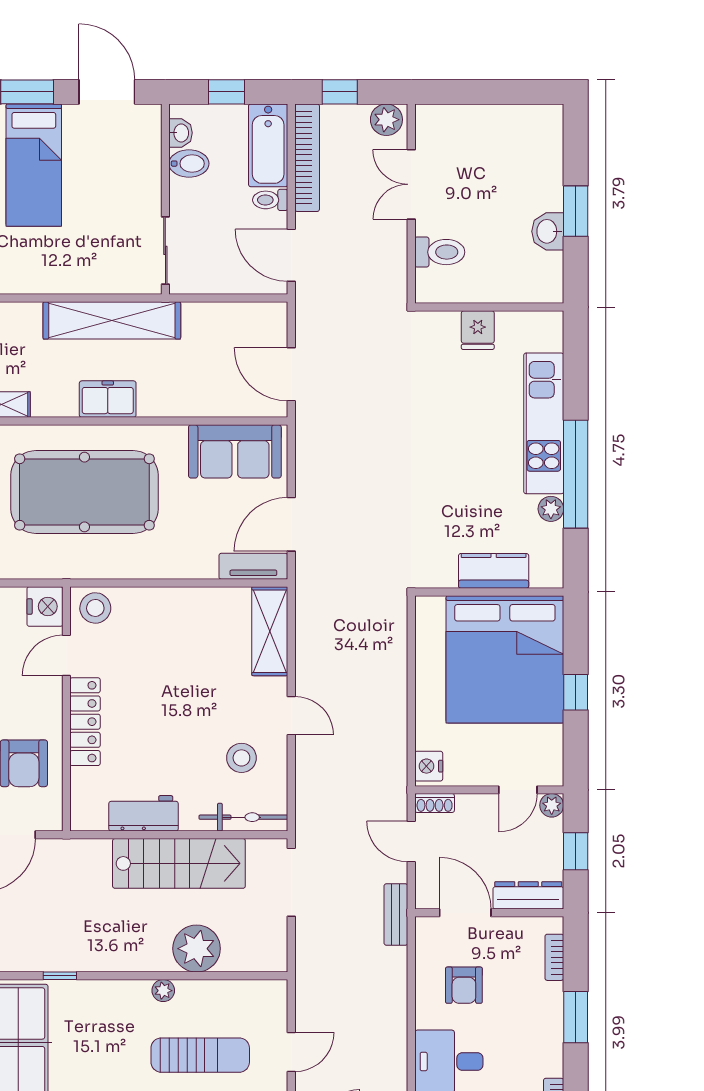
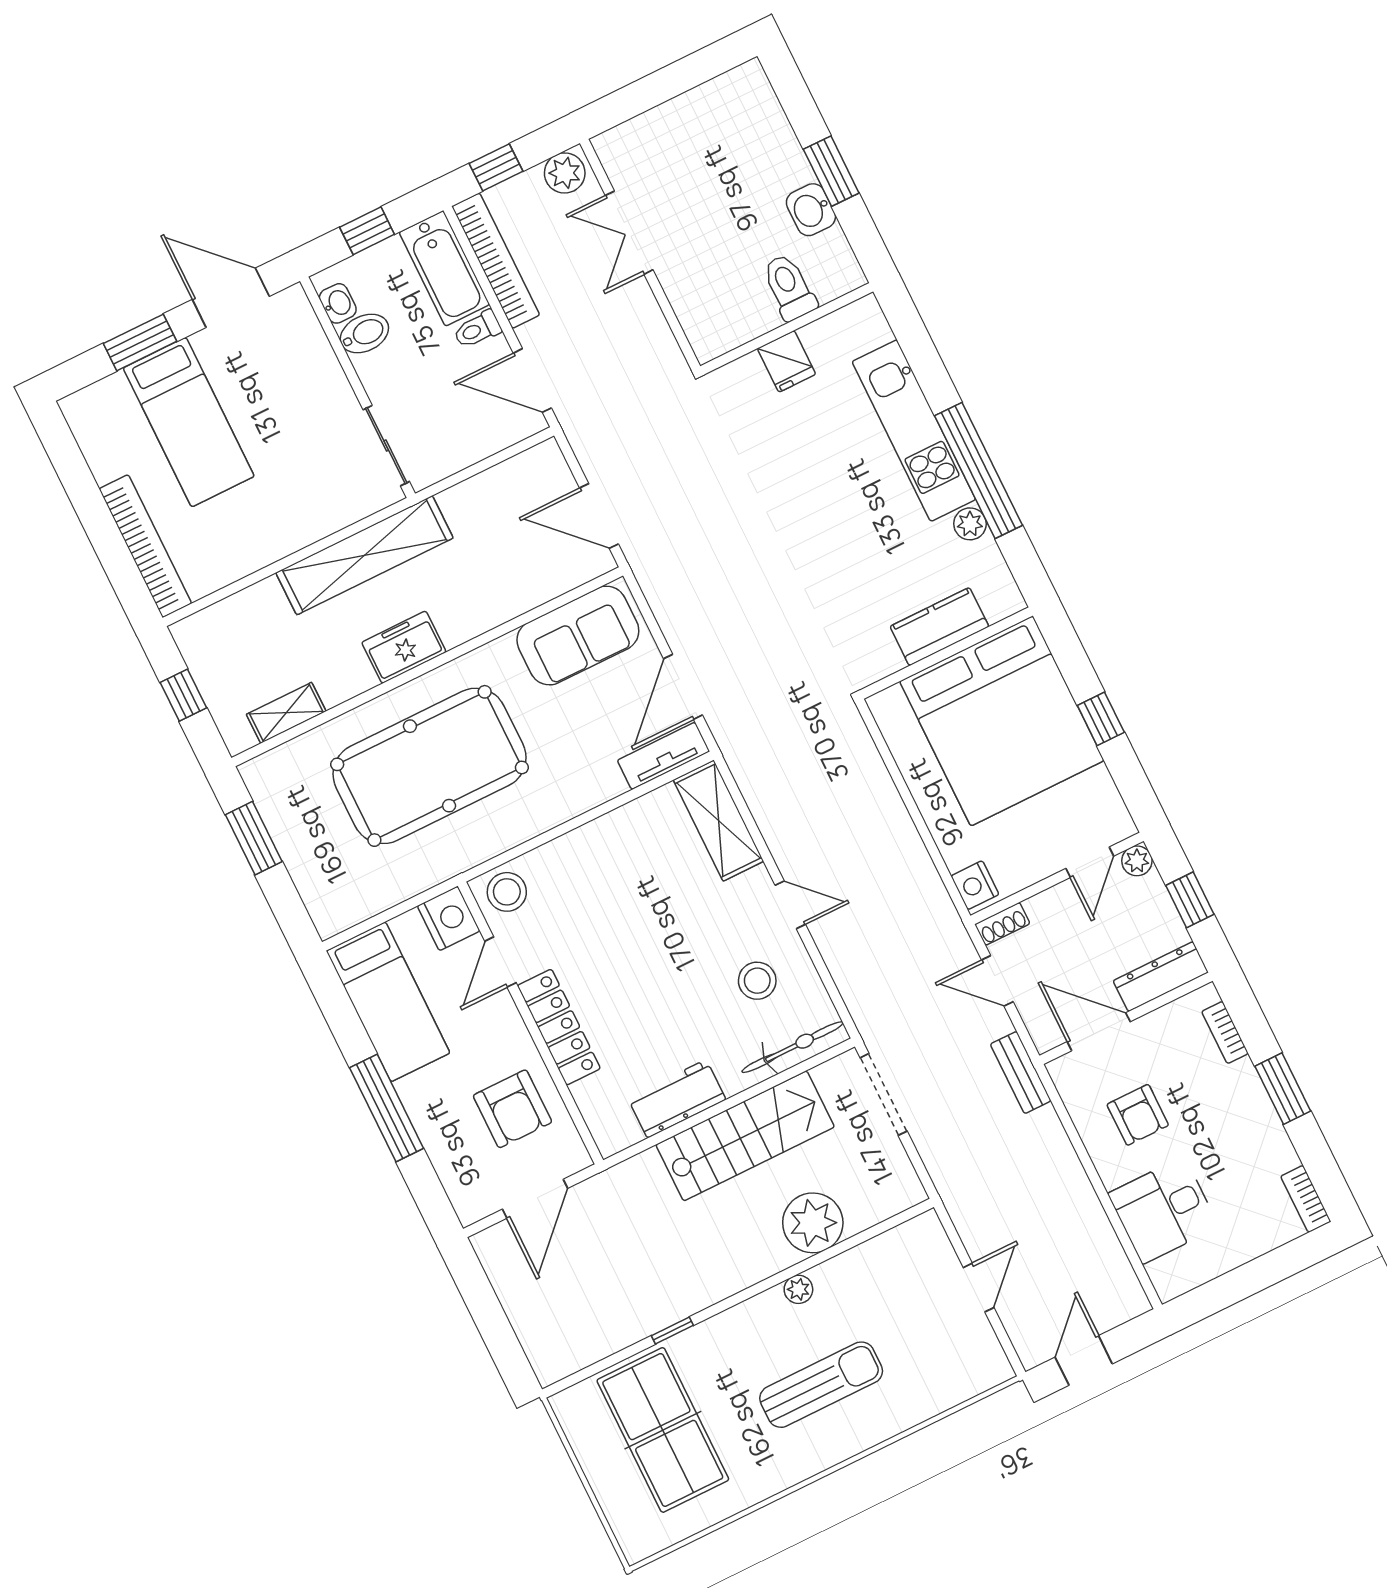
toilet: (440, 252) -> (789, 287), moved, turned -90
sun lounger: (200, 1055) -> (821, 1385), moved

